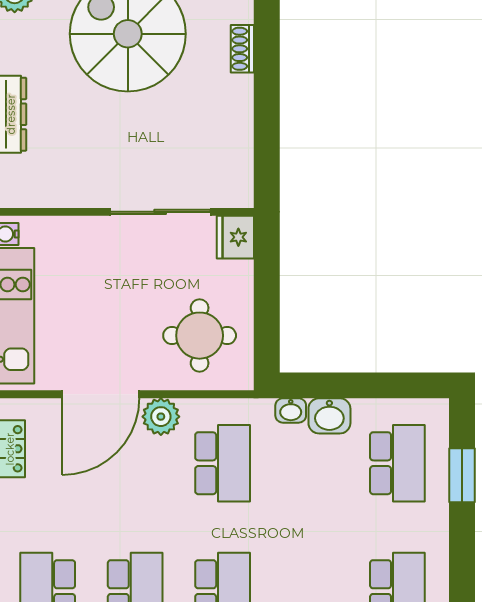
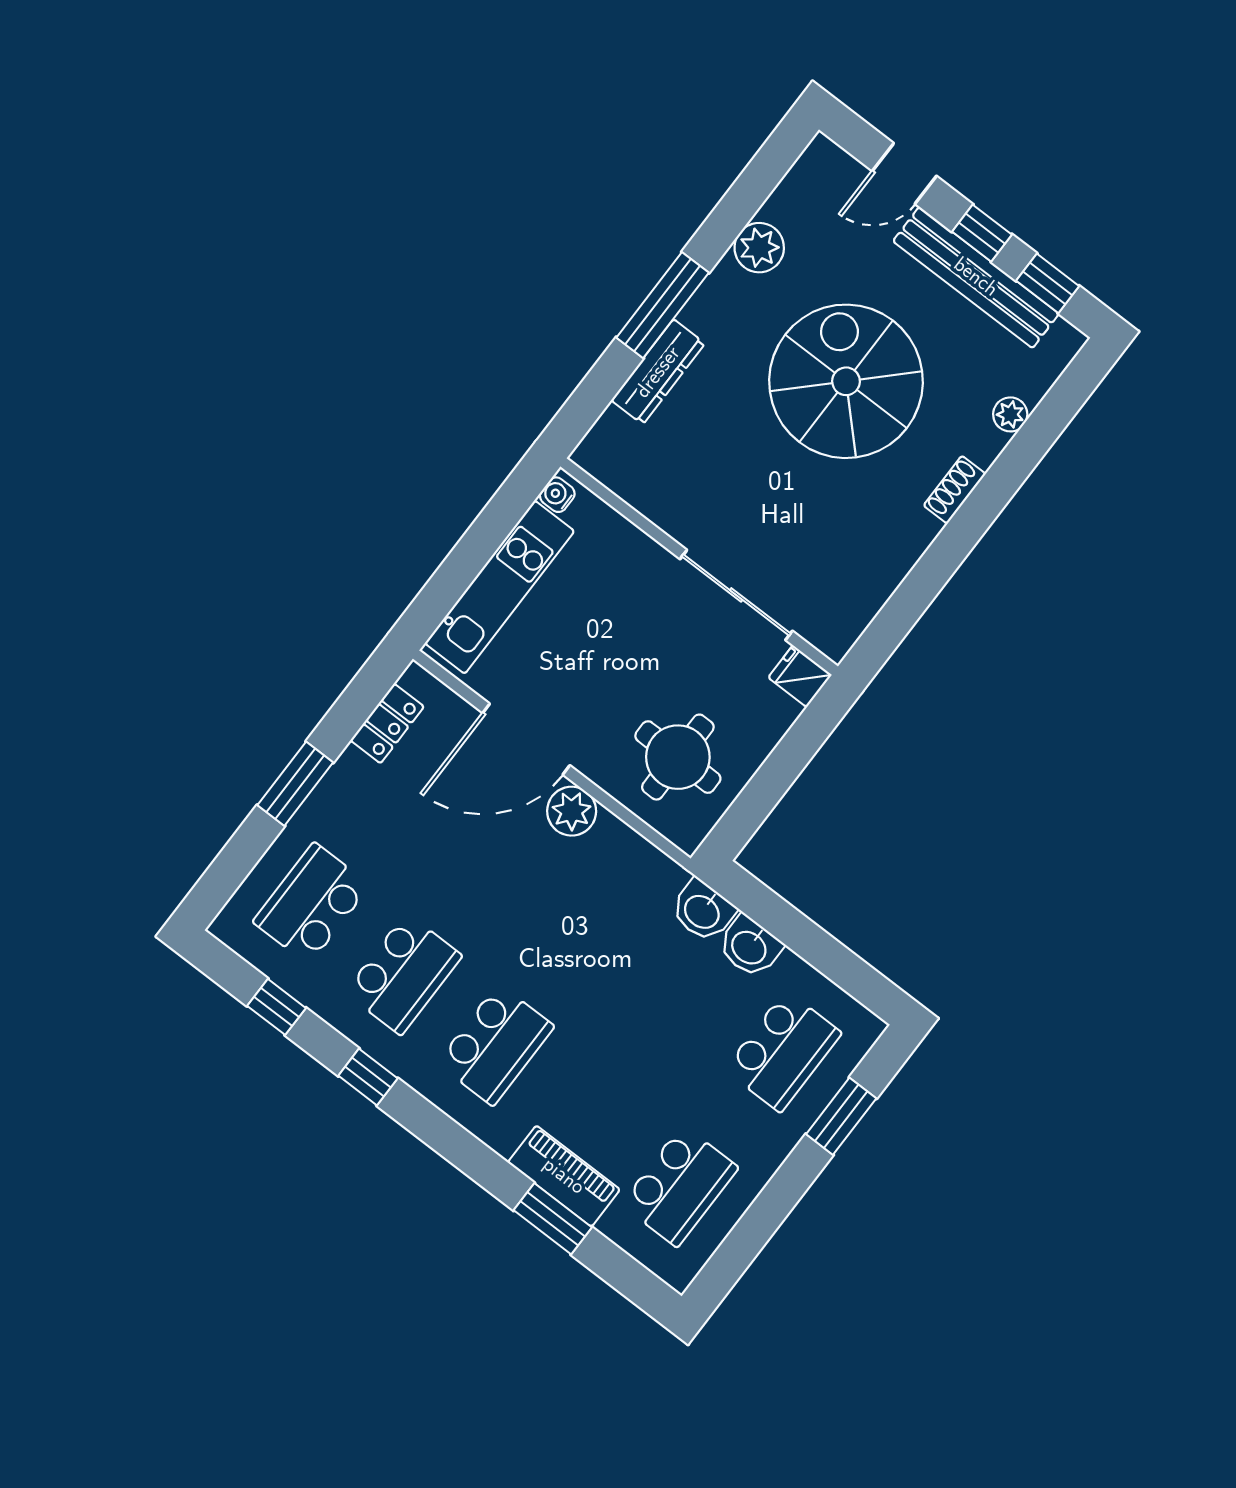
fridge: (235, 237) -> (800, 676), width x0.72
washbasin: (291, 410) -> (703, 911), width x1.38, depth x1.45
school desk: (223, 463) -> (599, 910), removed

